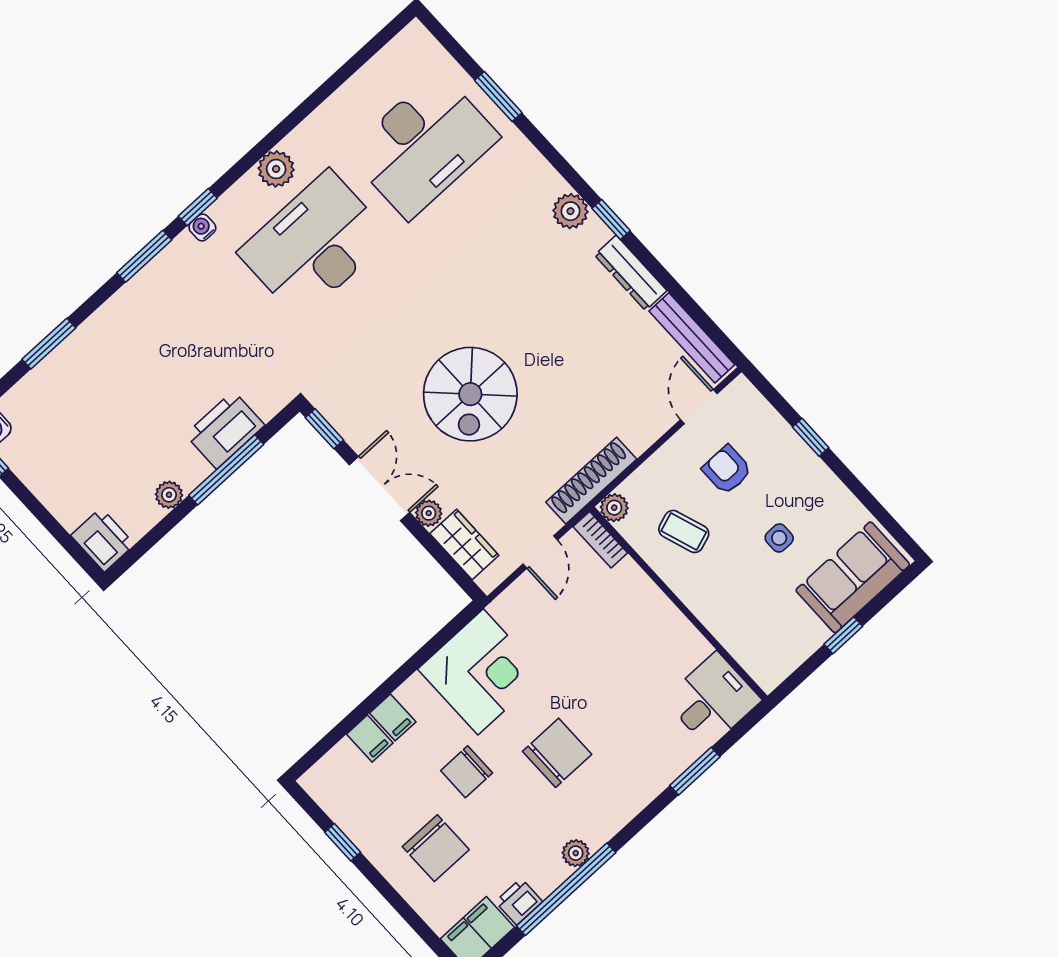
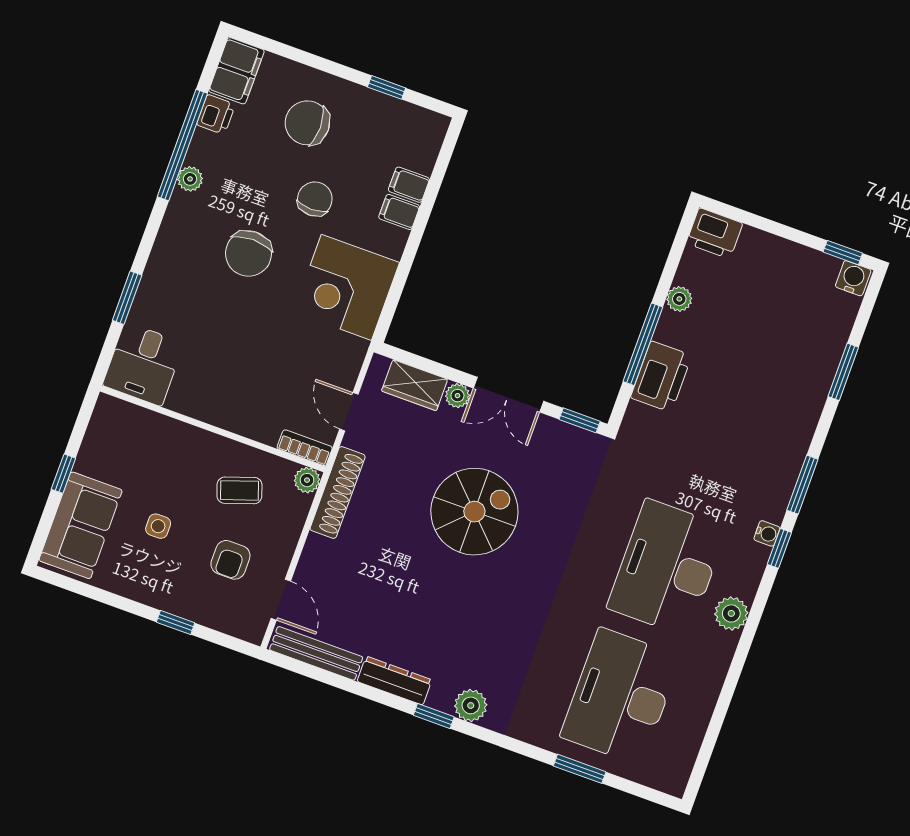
desk: (314, 245) -> (667, 568), turned 180
spiral stairs: (470, 394) -> (474, 512), turned 90
armchair: (727, 470) -> (230, 560), turned 90

